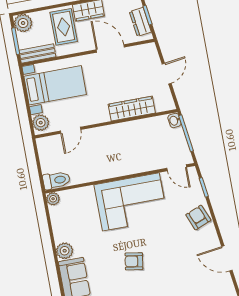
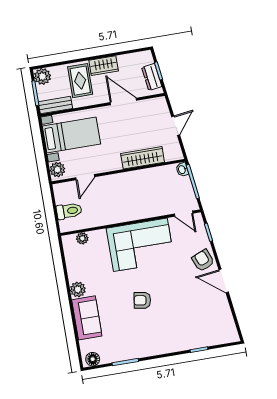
toilet: (56, 180) -> (69, 211), moved
plant: (53, 199) -> (82, 238), moved
door: (227, 258) -> (224, 281), moved

